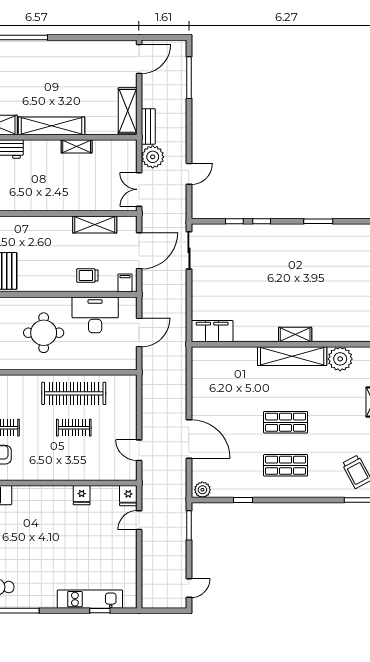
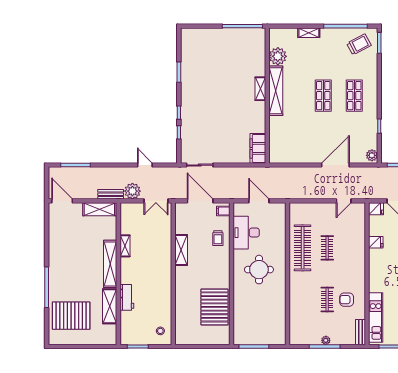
shelving: (95, 225) -> (181, 250), moved

